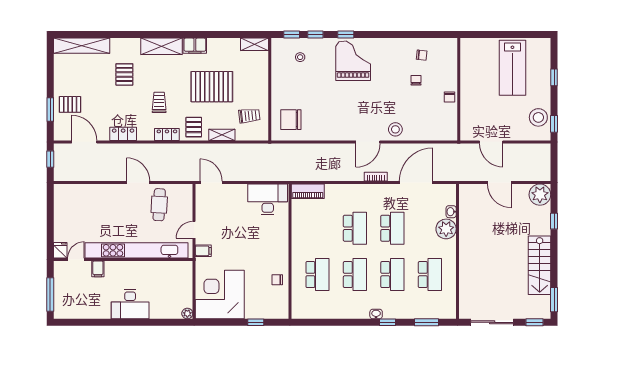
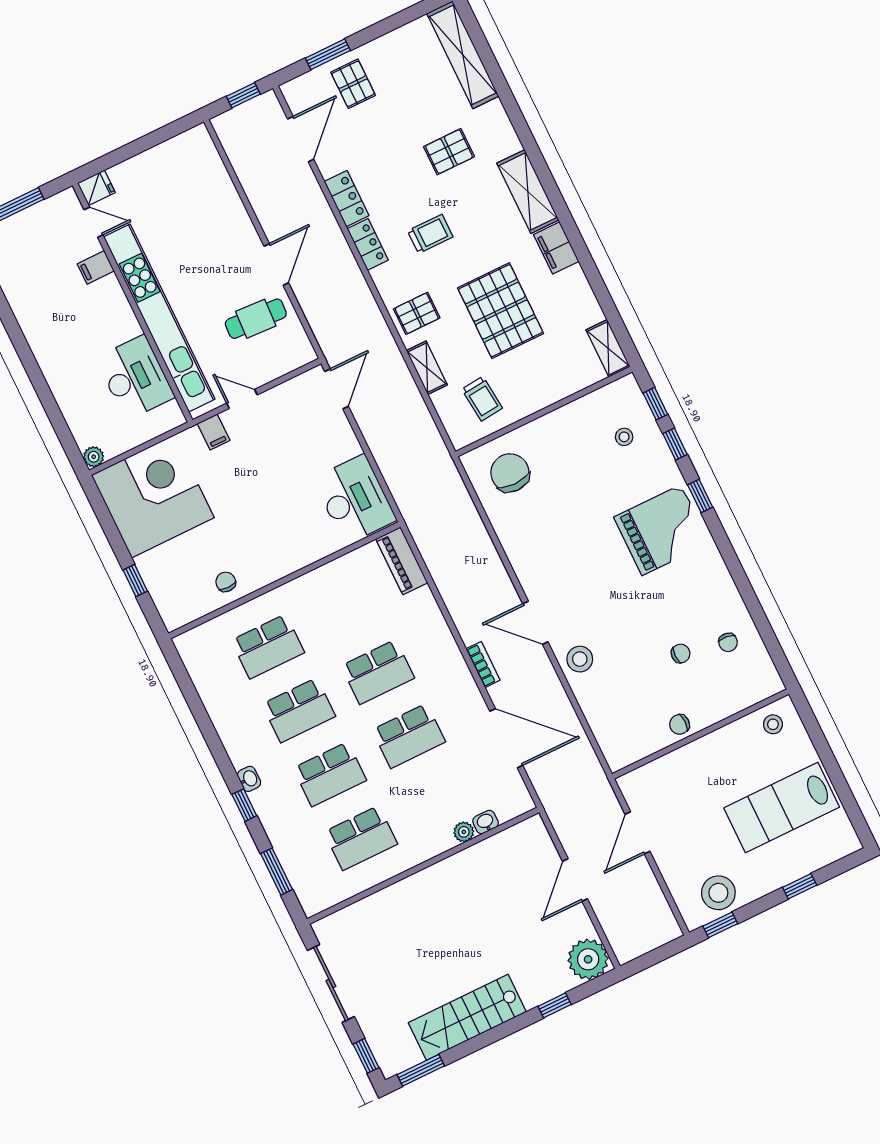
stool: (471, 53) -> (773, 724), added
locker: (167, 134) -> (368, 244), moved
plant: (446, 229) -> (464, 832), width x0.53, depth x0.53
desk: (130, 304) -> (135, 378), moved, turned 180

